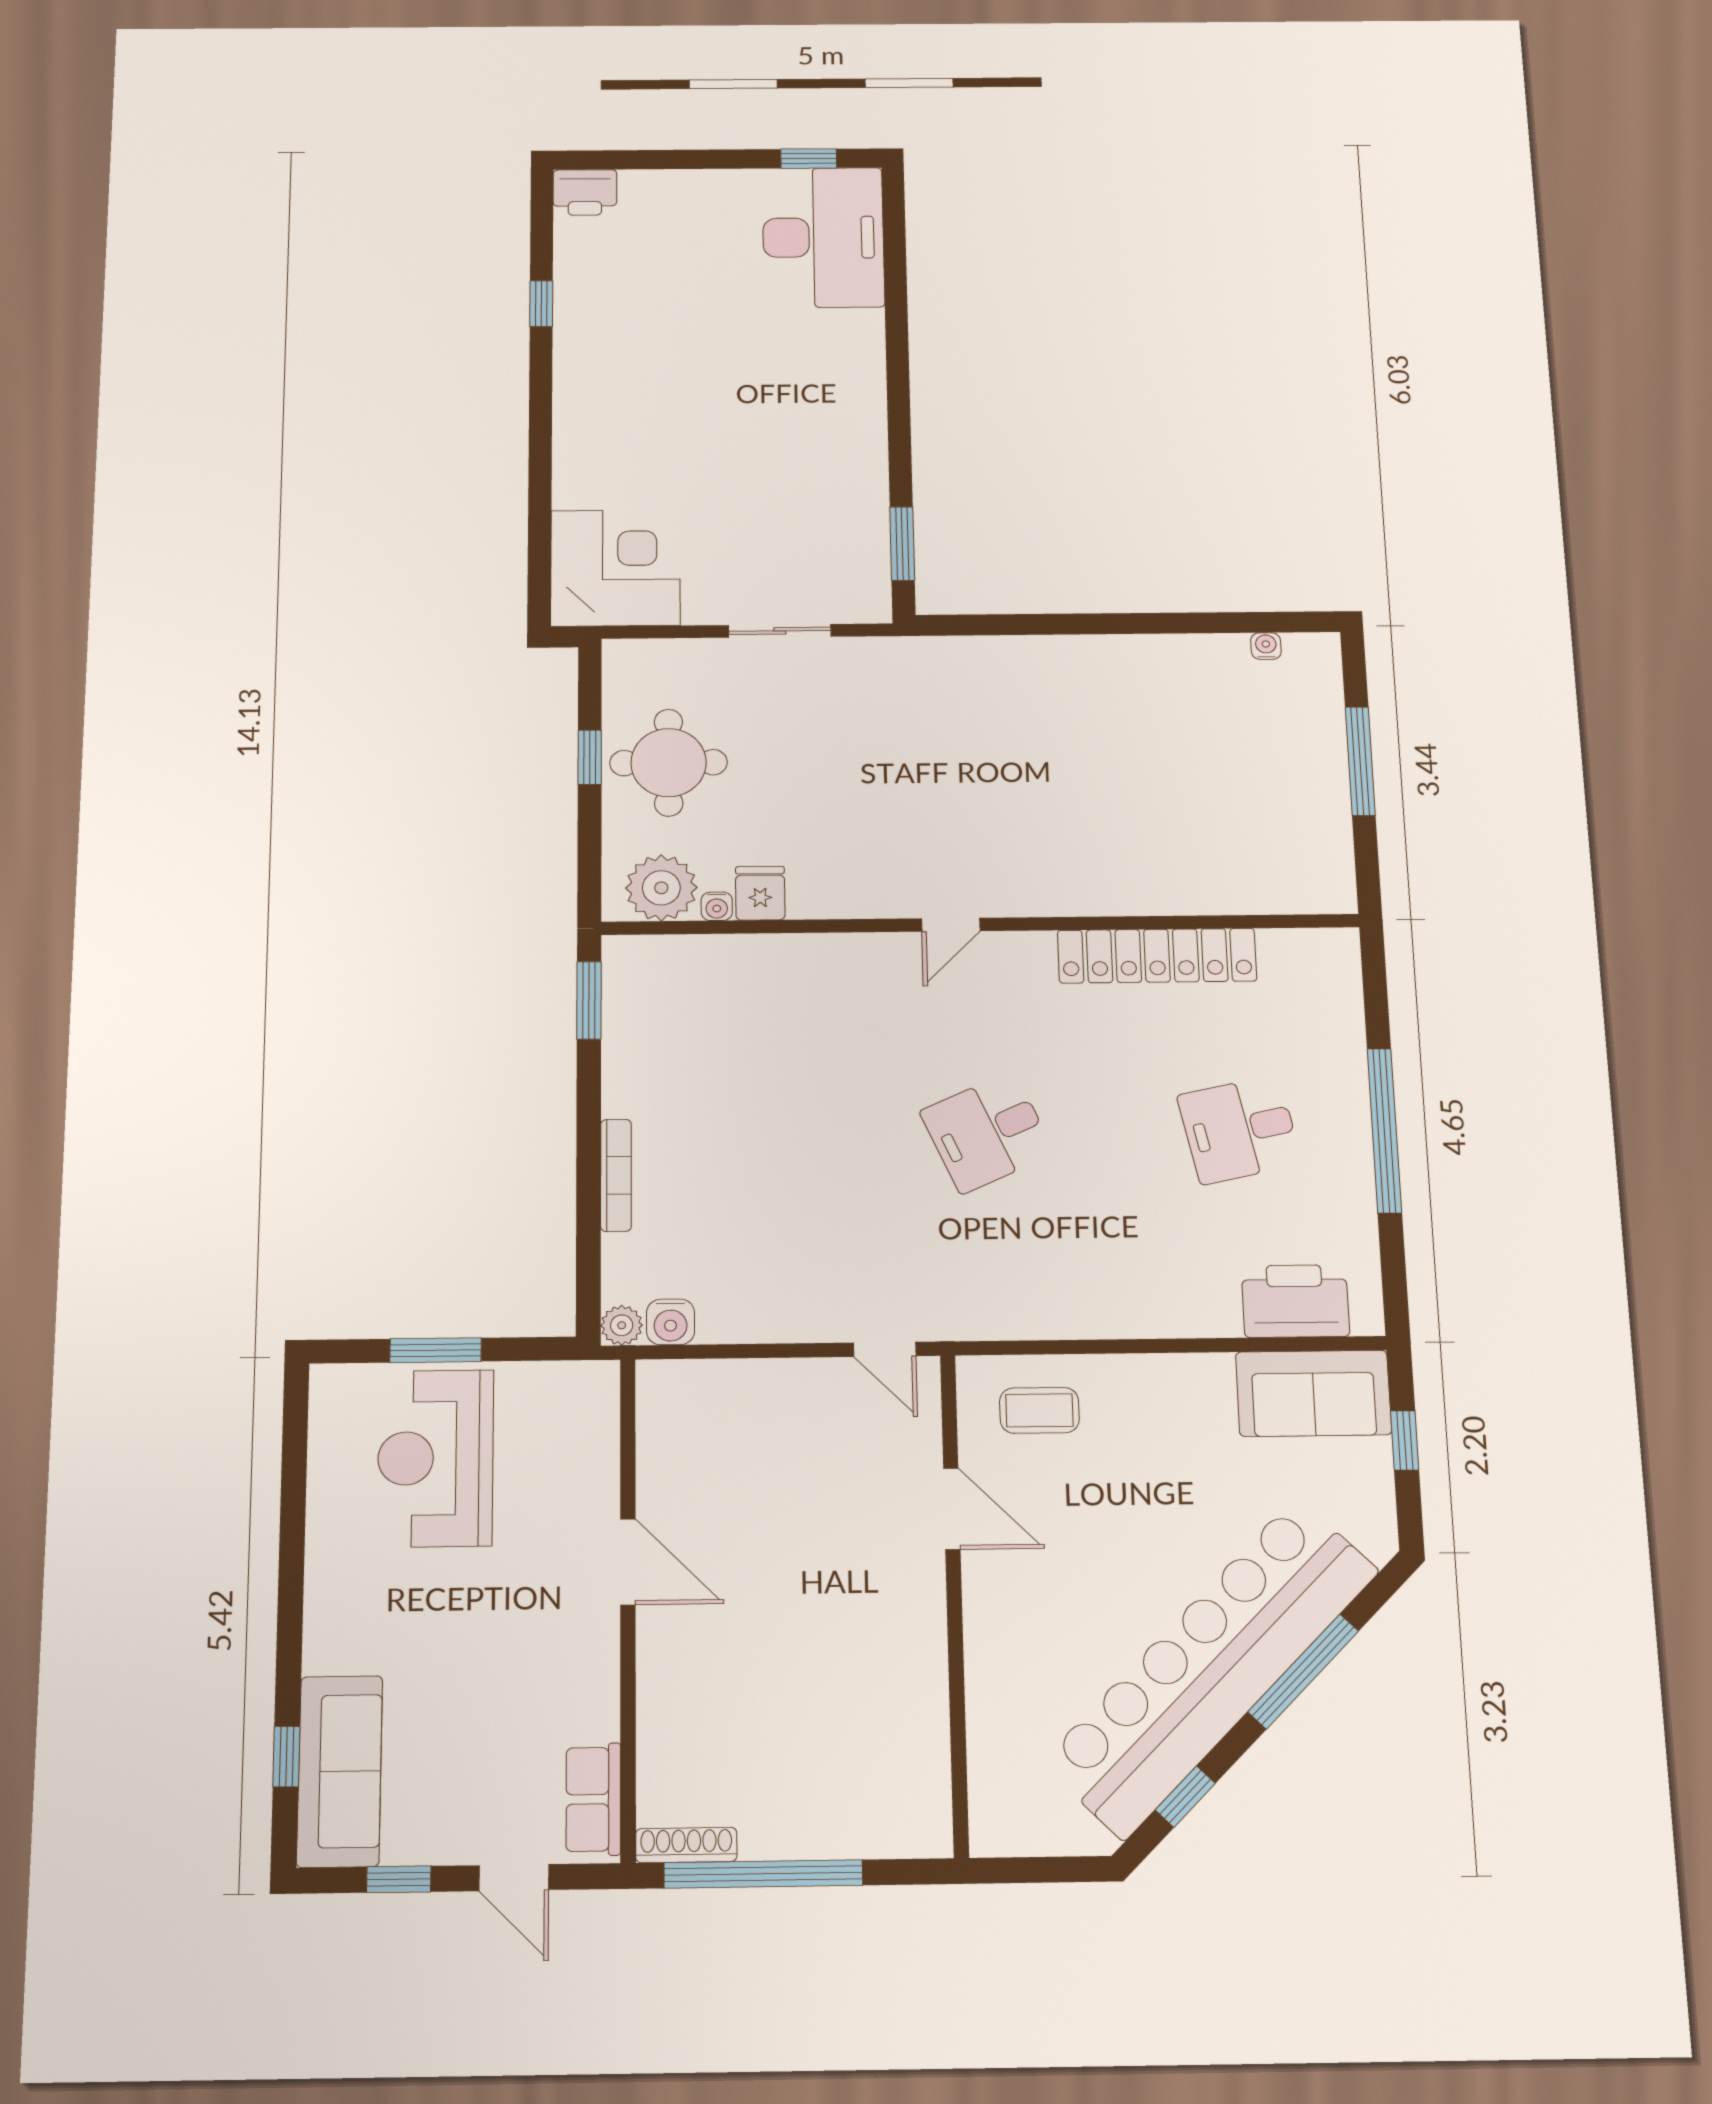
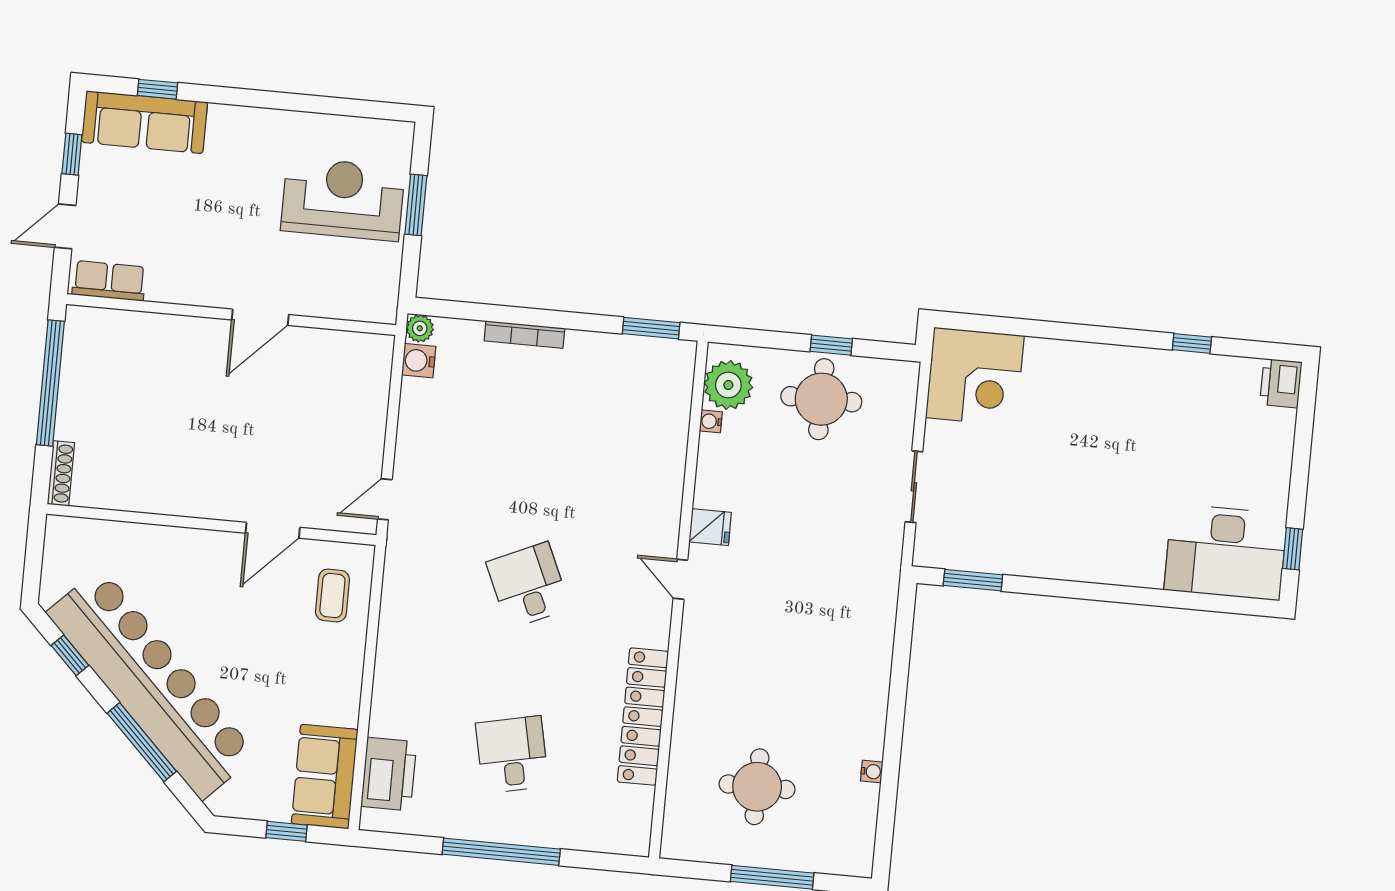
water cooler: (1266, 646) -> (872, 772), moved
round table: (1235, 793) -> (757, 787), added
fridge: (760, 893) -> (710, 527), moved
shoe rack: (686, 1845) -> (61, 473), moved

